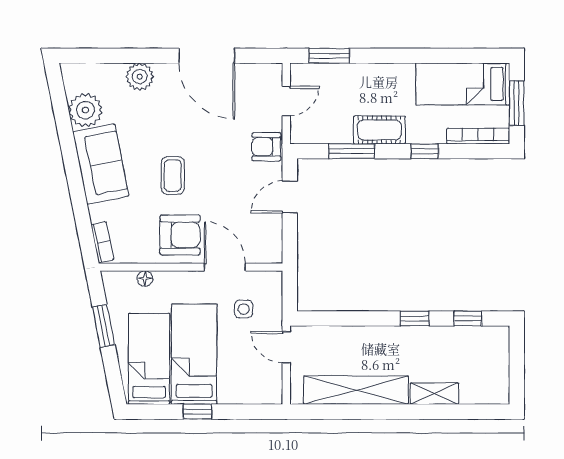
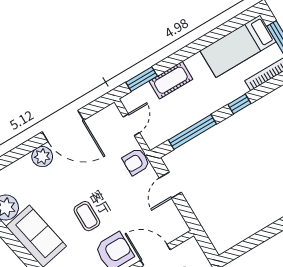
plant: (140, 77) -> (42, 157), moved
cot: (379, 130) -> (171, 80), moved
window: (352, 151) -> (192, 132), width x1.44

